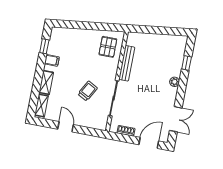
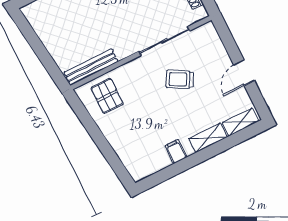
window: (44, 46) -> (166, 174), removed
pallet: (108, 47) -> (107, 96), turned 90
bench: (127, 63) -> (91, 67), moved

